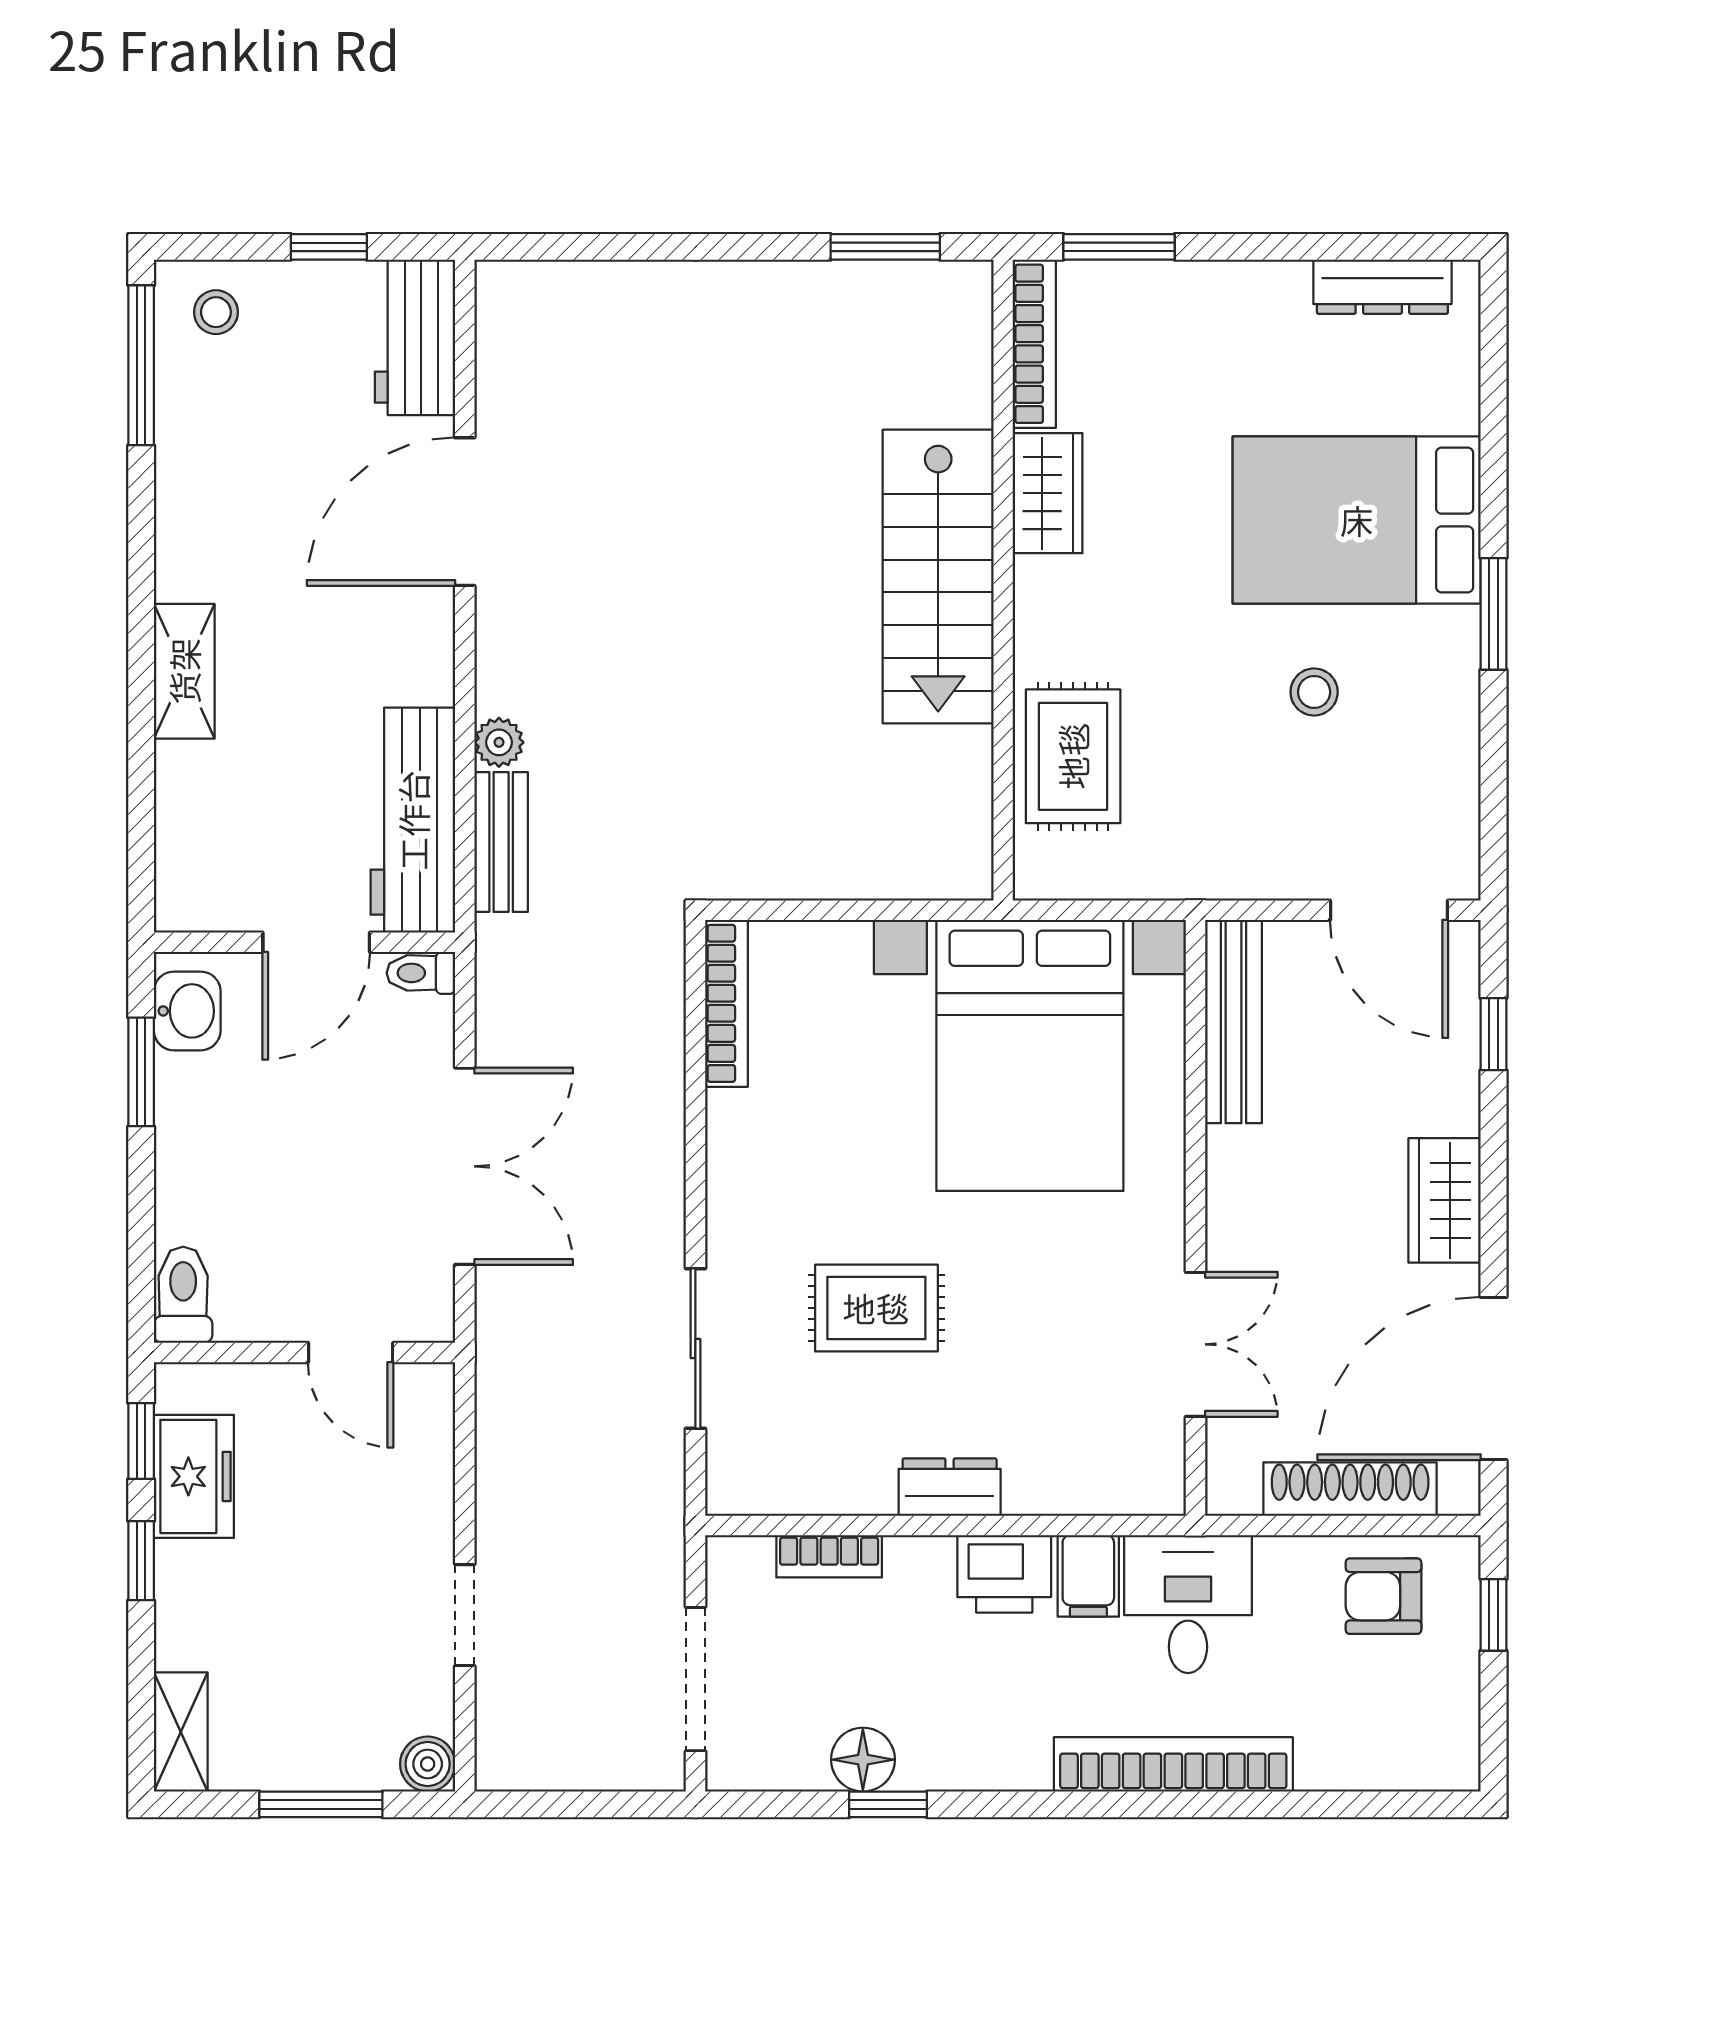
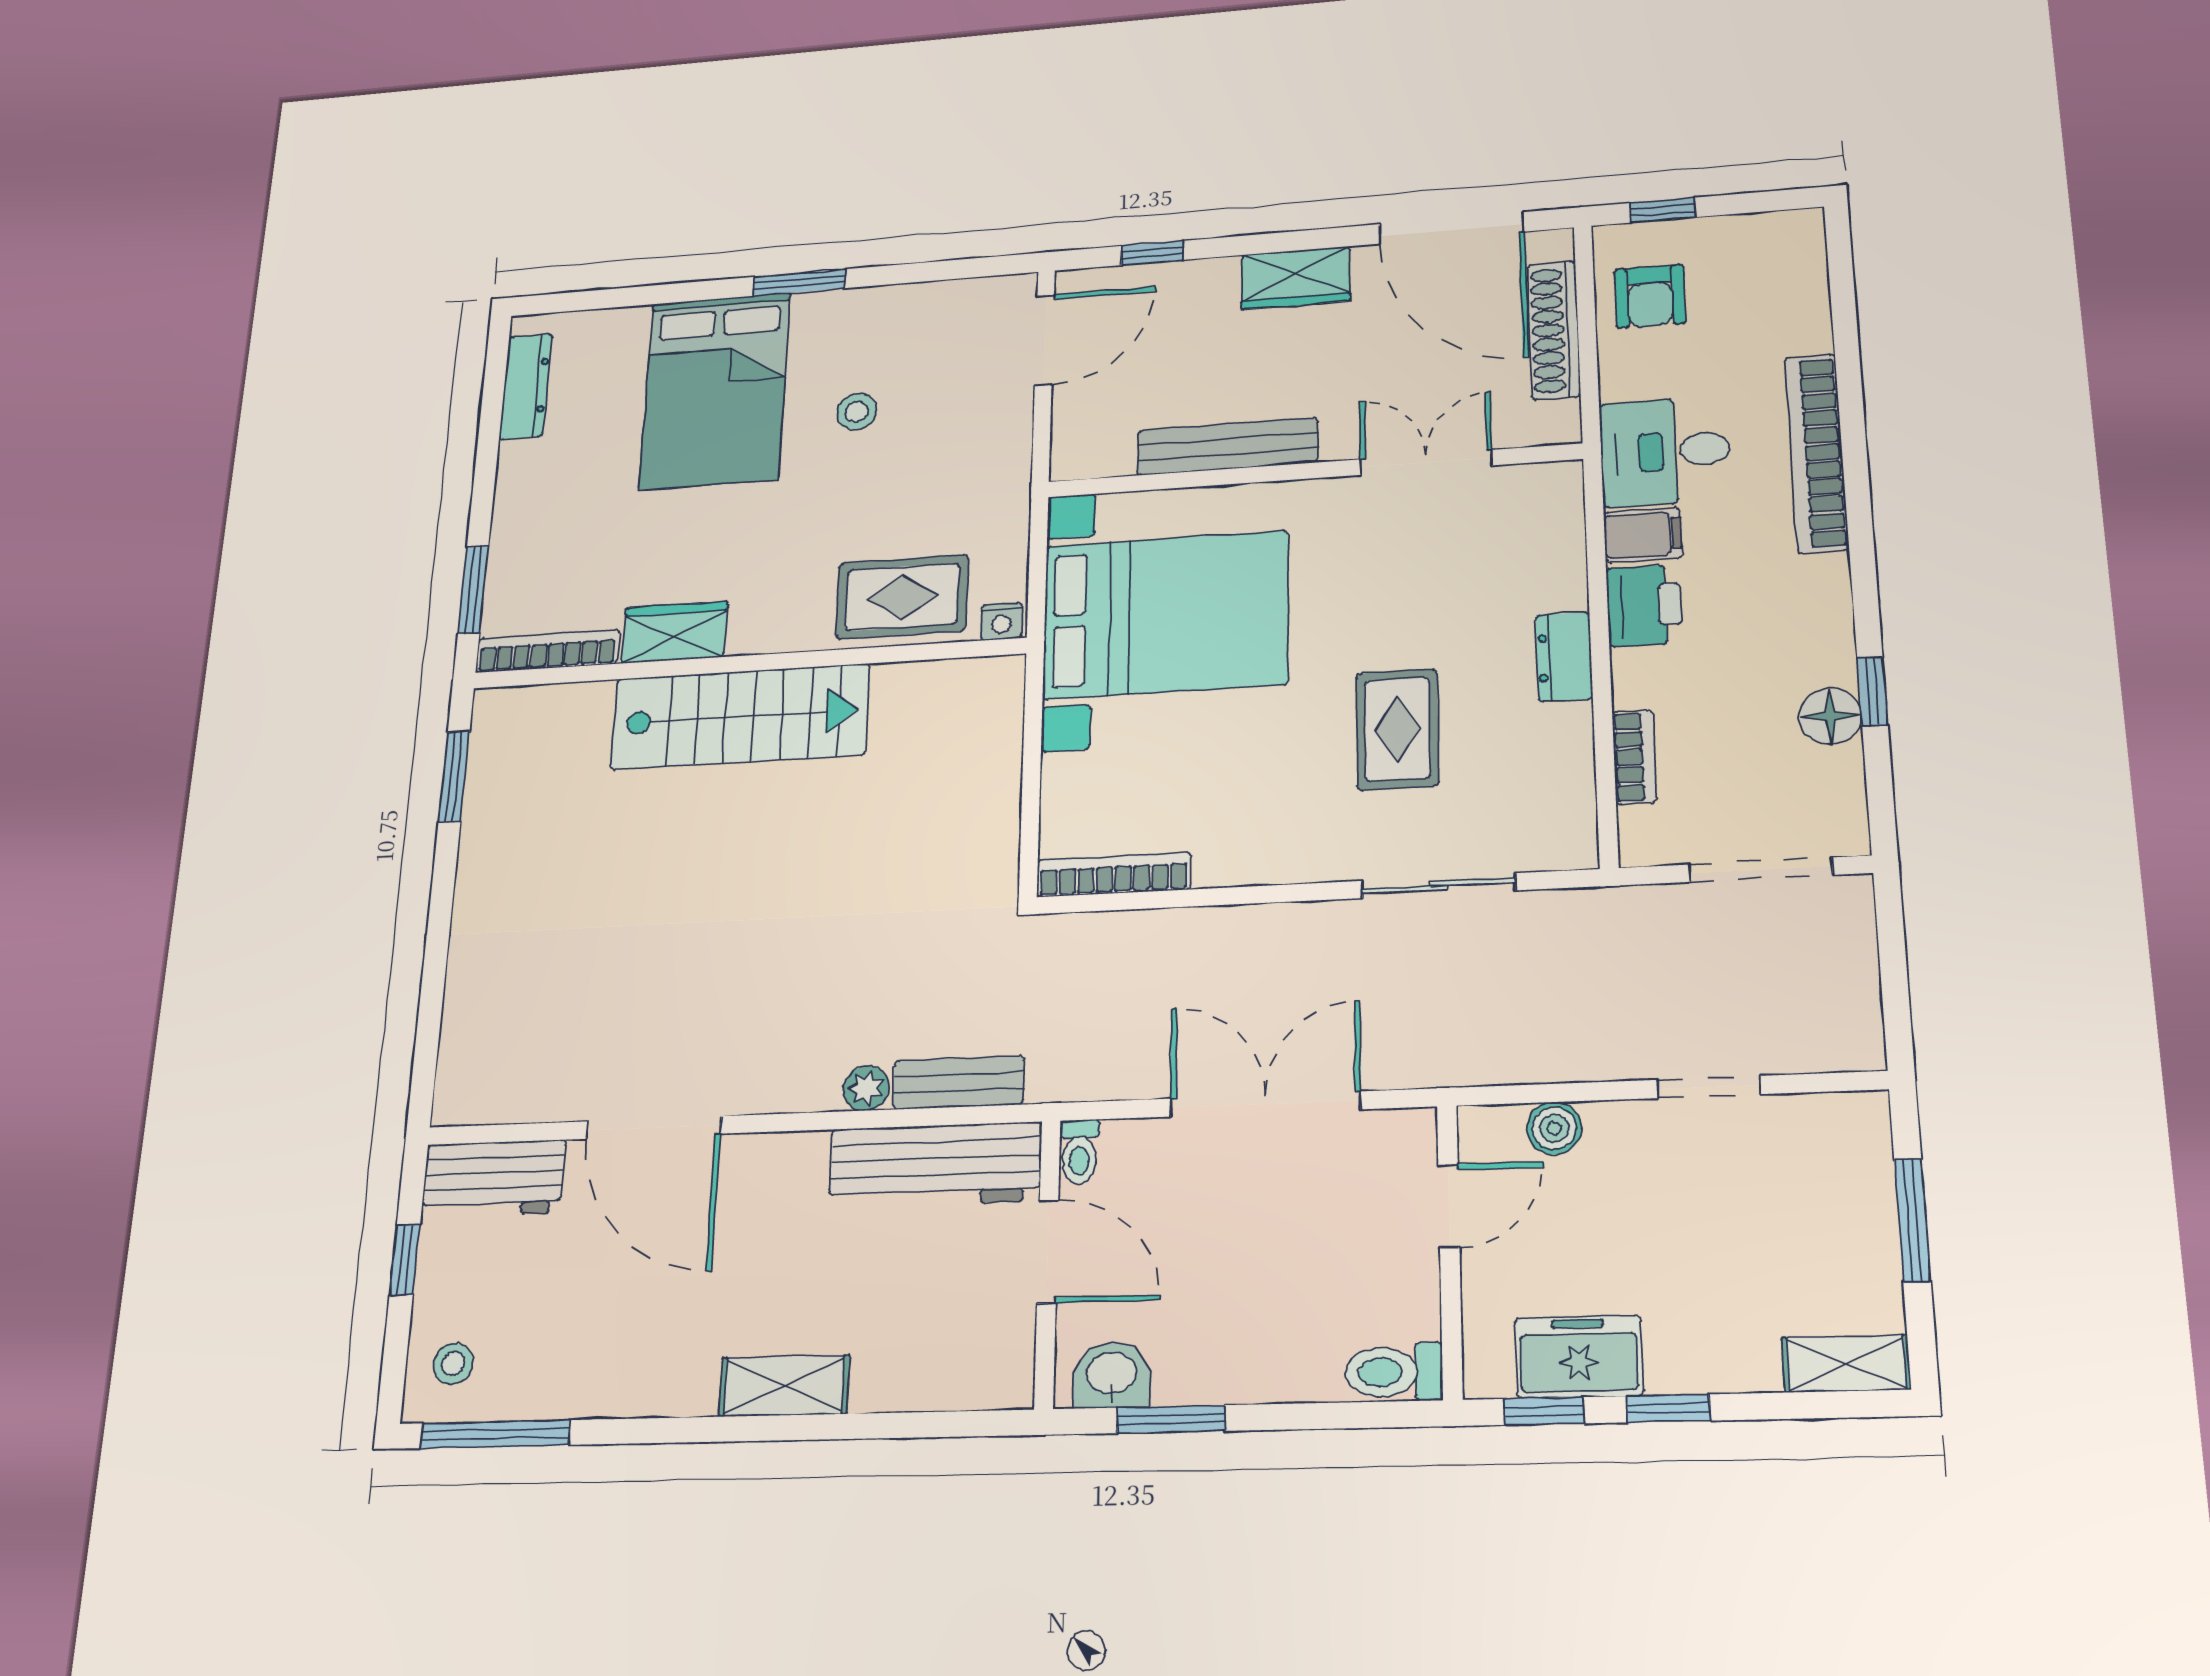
nightstand: (1035, 871) -> (1001, 621), added
bench: (1234, 1022) -> (1227, 447), moved
boiler: (428, 1764) -> (1554, 1128), moved

